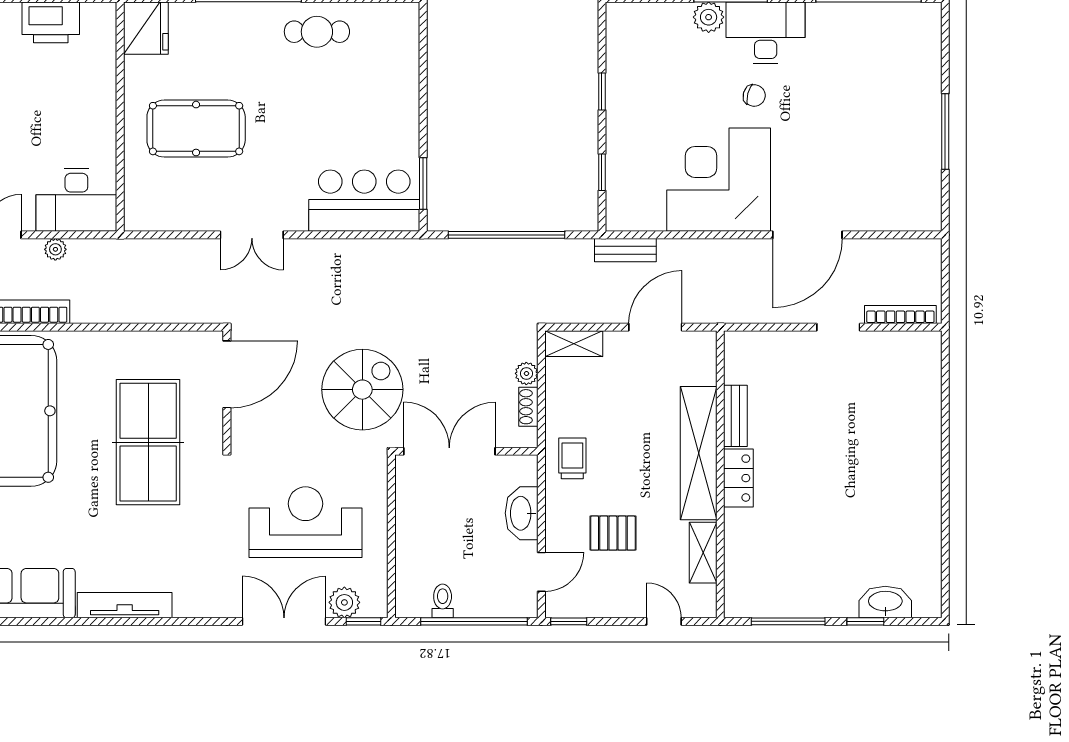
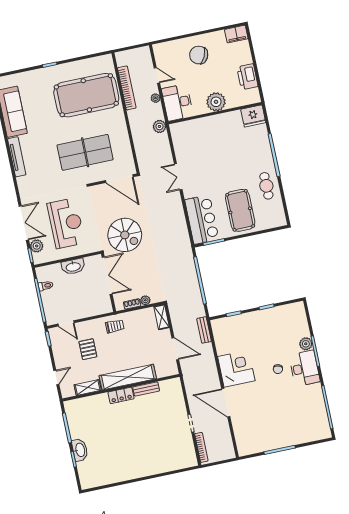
plant: (94, 109) -> (216, 102), added
pool table: (196, 129) -> (240, 210), moved
corner desk: (719, 180) -> (236, 369), width x0.74, depth x0.74
plant: (124, 254) -> (159, 126), added
washbasin: (522, 513) -> (73, 267), moved, turned 180
washbasin: (885, 602) -> (80, 450), moved

